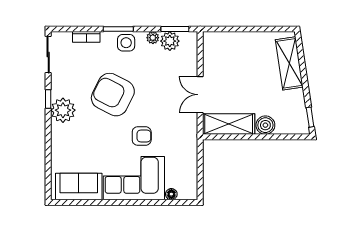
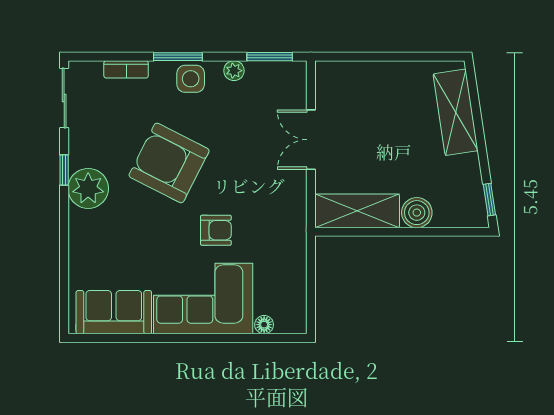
plant: (170, 41) -> (262, 76), removed
double door: (200, 95) -> (311, 140), moved

